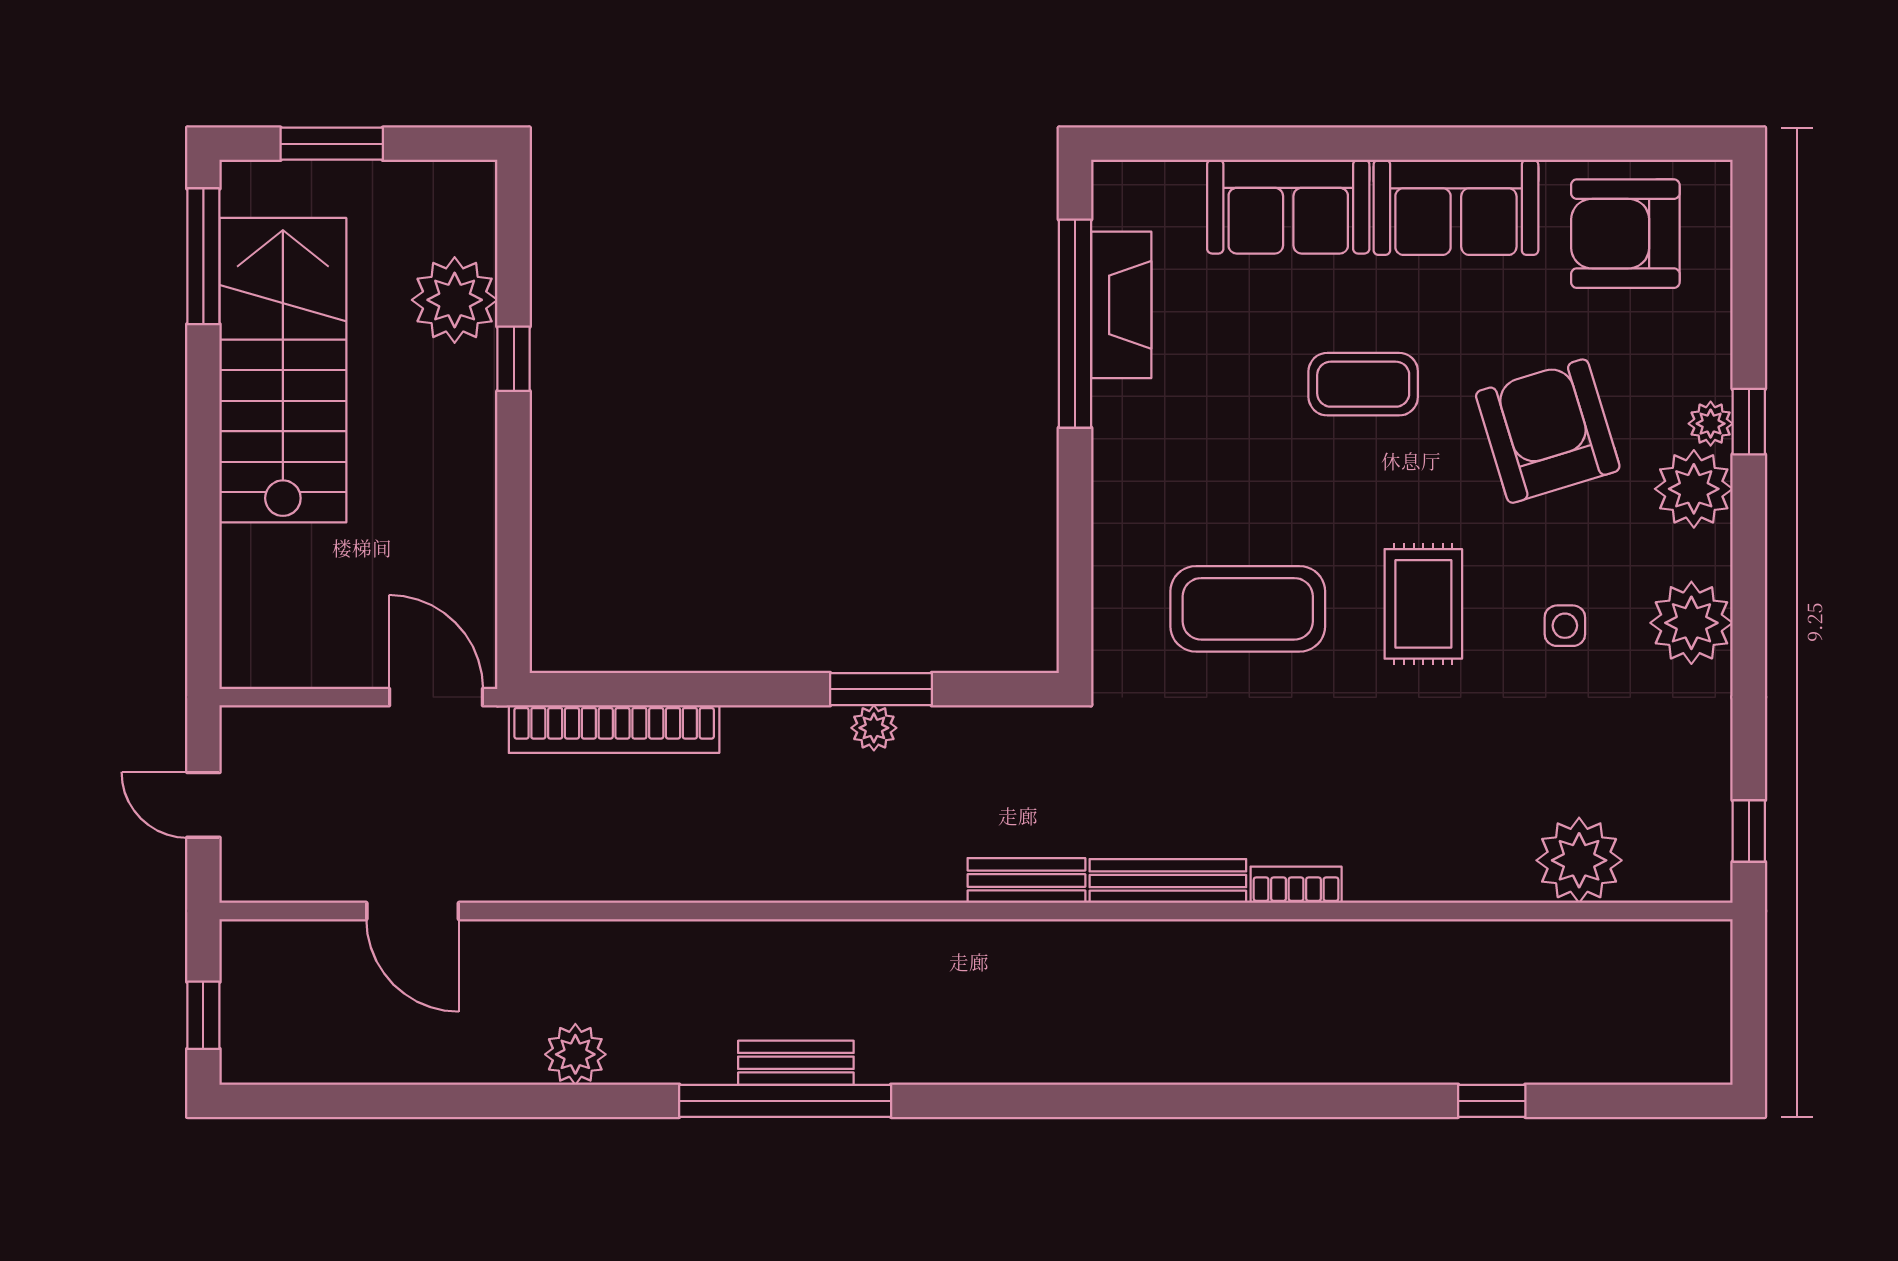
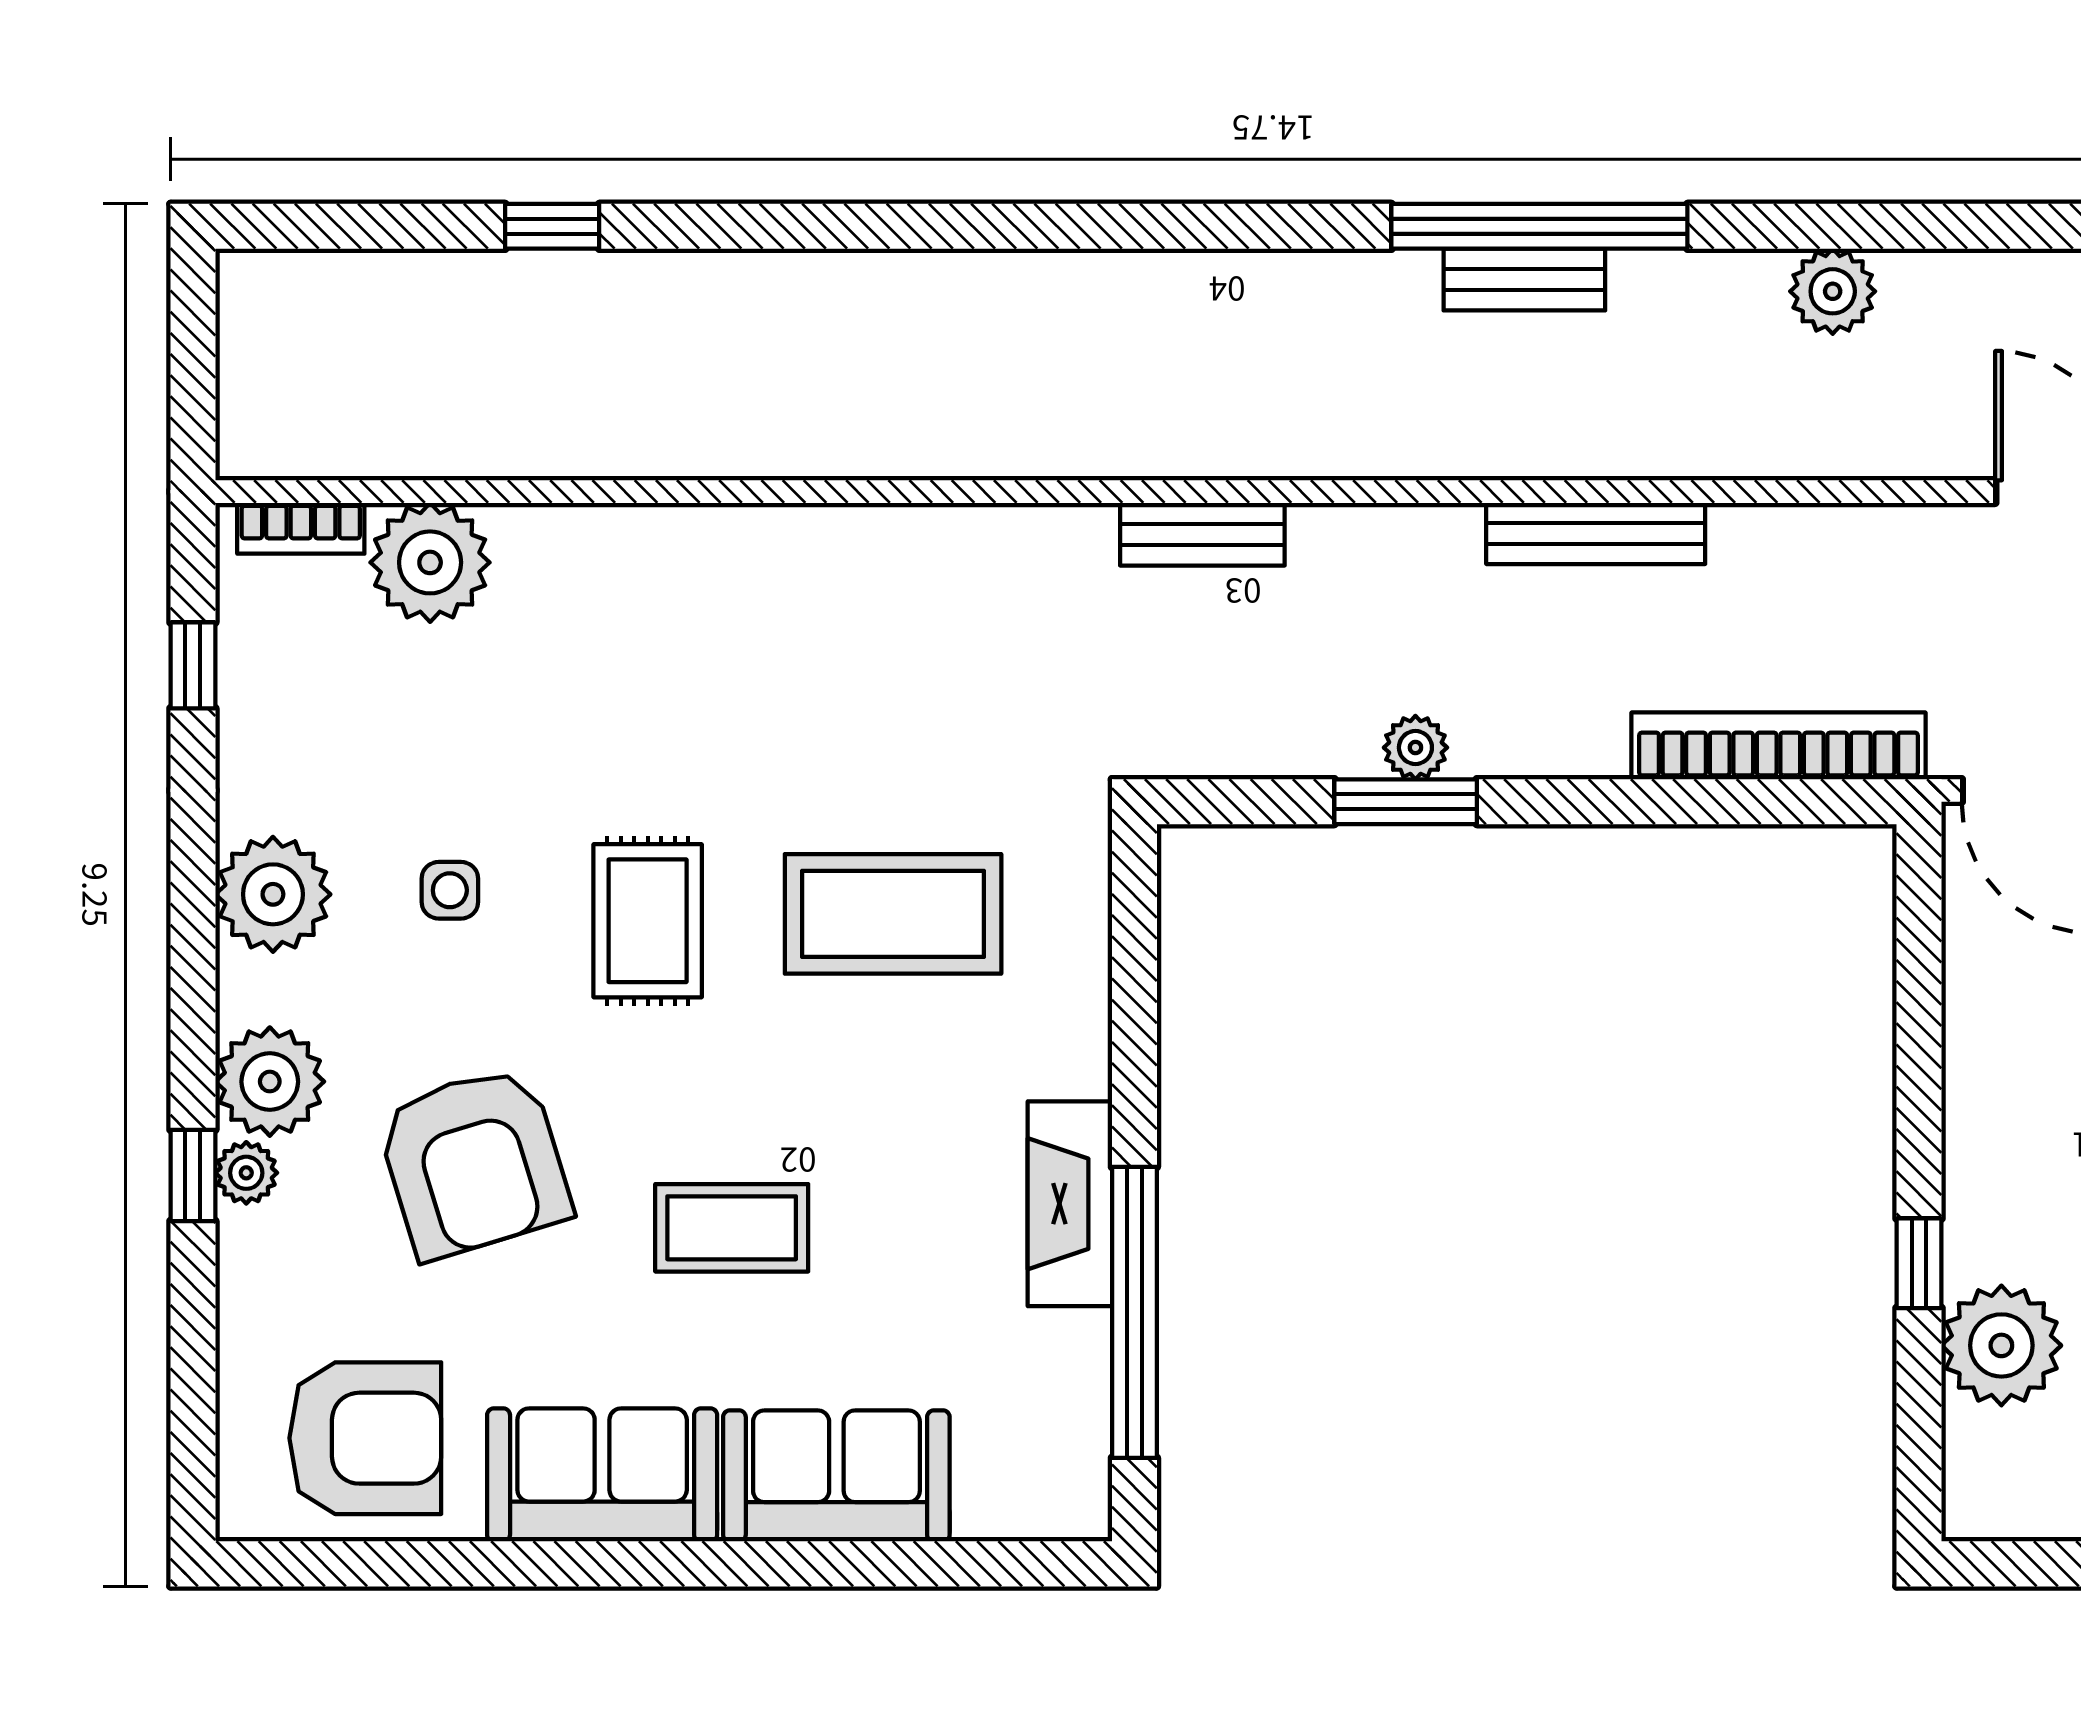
fireplace: (1121, 305) -> (1070, 1204), moved
window: (1749, 831) -> (193, 665), moved
bench: (1168, 881) -> (1596, 533), moved
bookcase: (1296, 885) -> (301, 528), moved

